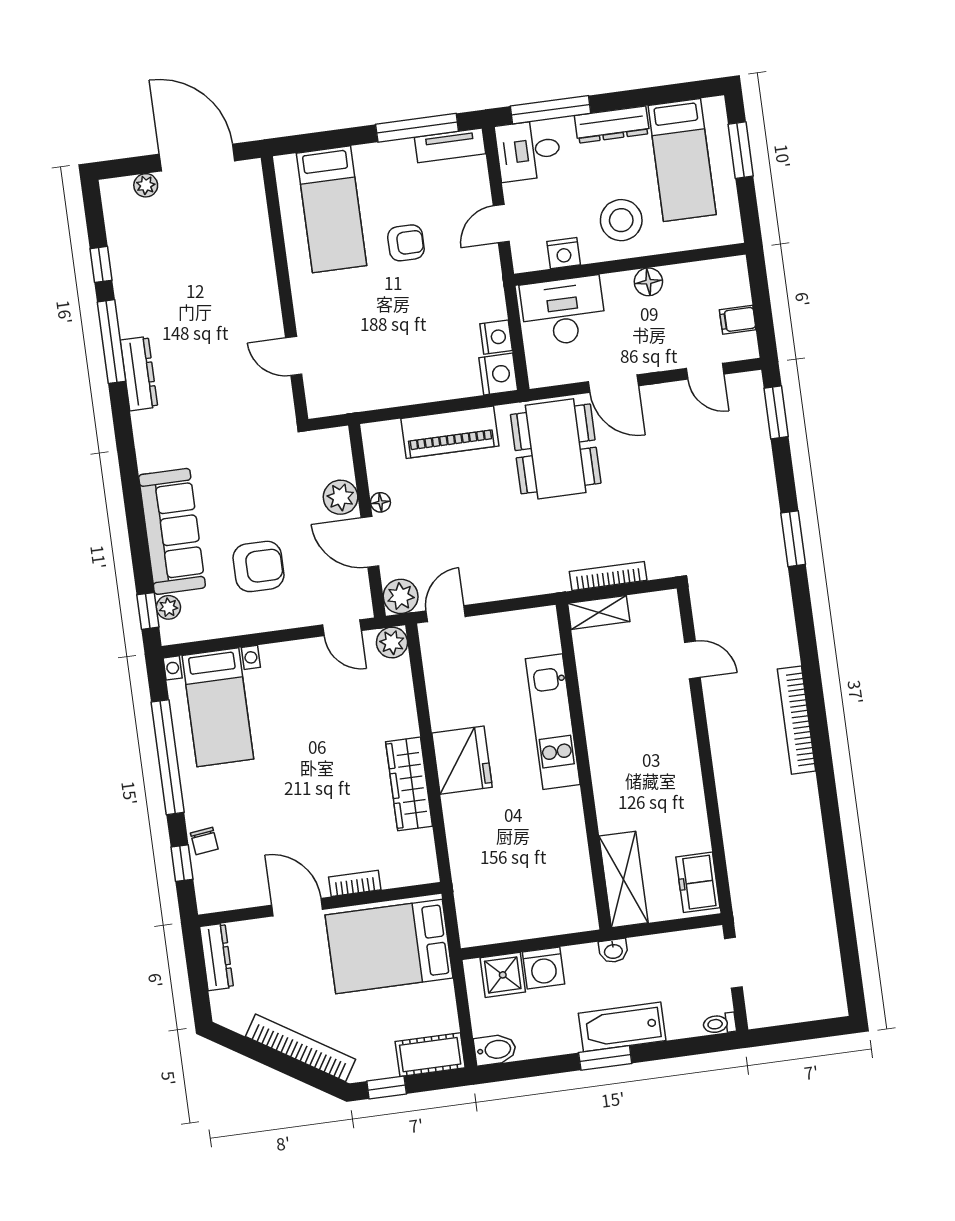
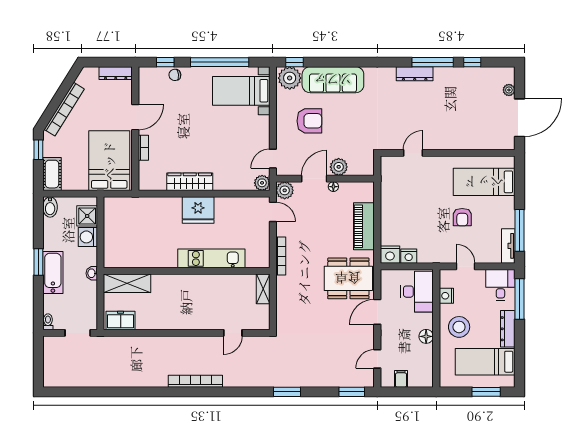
armchair: (258, 566) -> (309, 121), turned -90
bookcase: (608, 576) -> (281, 256), moved
plant: (168, 607) -> (290, 78), width x1.87, depth x1.87

